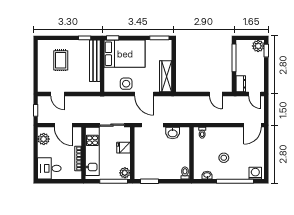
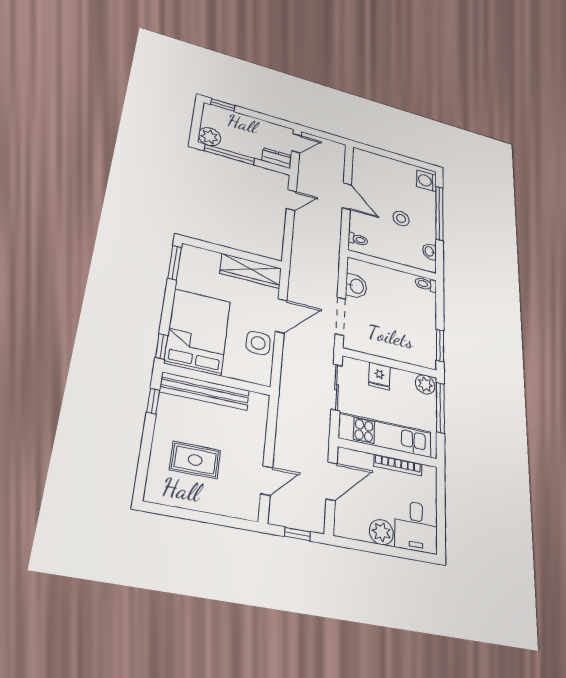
plant: (258, 46) -> (210, 137), moved
door: (253, 125) -> (347, 196), moved
plant: (44, 139) -> (381, 532), moved

